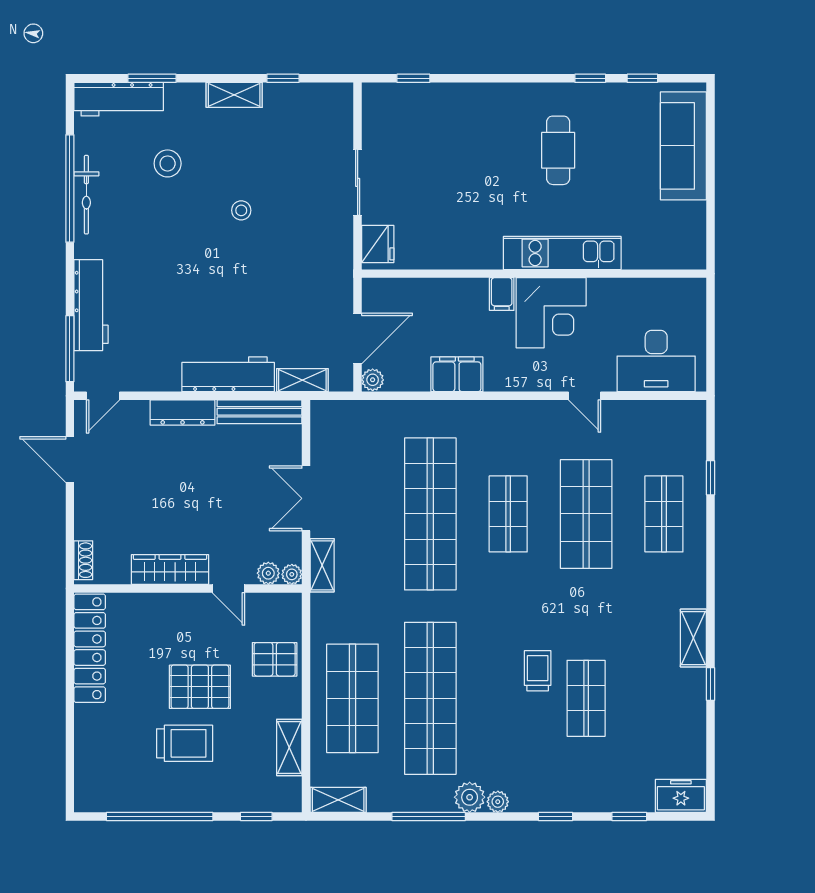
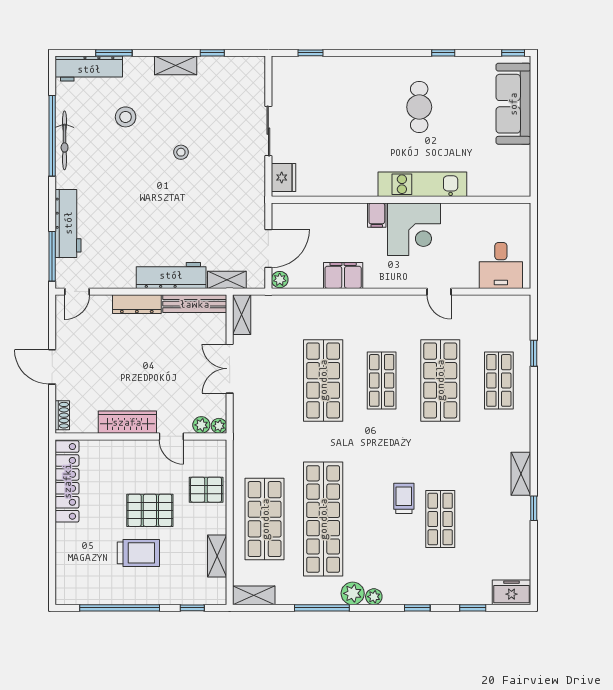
window: (642, 78) -> (513, 53), moved
desk: (656, 361) -> (501, 265), width x0.73
door: (70, 460) -> (52, 367), moved
shop shelf: (430, 514) -> (323, 380), width x0.71
shelving: (322, 565) -> (242, 315), moved

